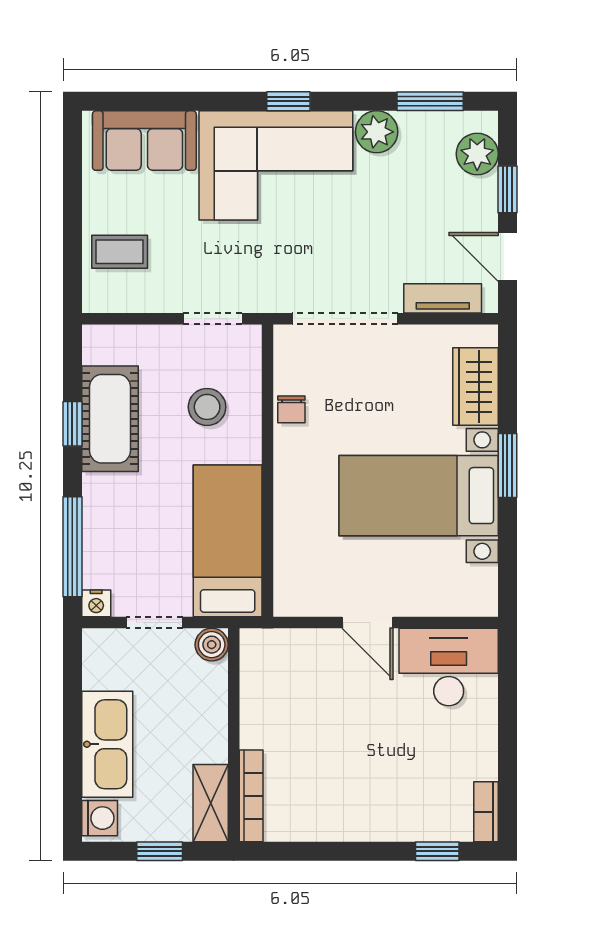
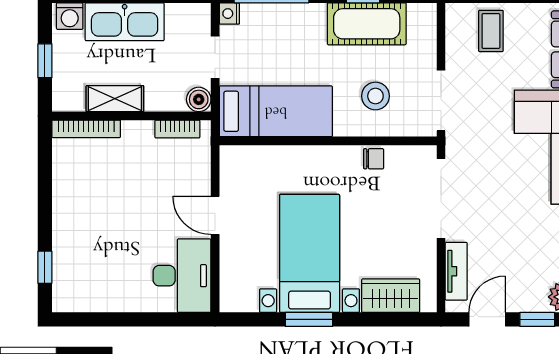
doorway: (213, 319) -> (441, 100), width x1.38
chair: (291, 409) -> (374, 159), turned 180
window: (507, 466) -> (309, 319), moved
door: (367, 623) -> (215, 215), hinge flipped
shelving: (211, 803) -> (115, 99), moved
bookcase: (486, 812) -> (177, 129), moved, turned 180

